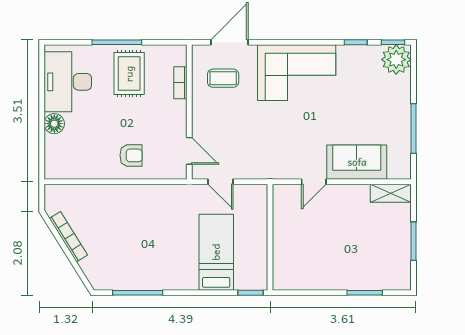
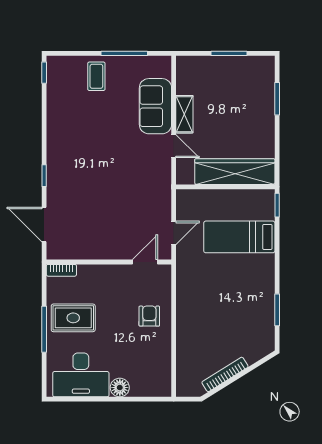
window: (356, 42) -> (44, 176), moved
plant: (396, 60) -> (60, 69), removed
corner sofa: (297, 73) -> (72, 162), removed
coffee table: (223, 78) -> (96, 76), moved
bookcase: (180, 83) -> (61, 270), moved
shelving: (391, 193) -> (184, 114), moved
wardrobe: (286, 247) -> (235, 172), added
window: (138, 293) -> (277, 310), width x0.69

